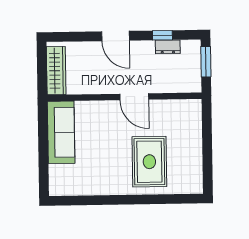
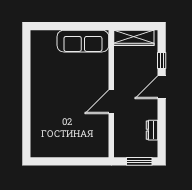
window: (162, 35) -> (162, 60), moved
rug: (149, 162) -> (58, 113), removed

